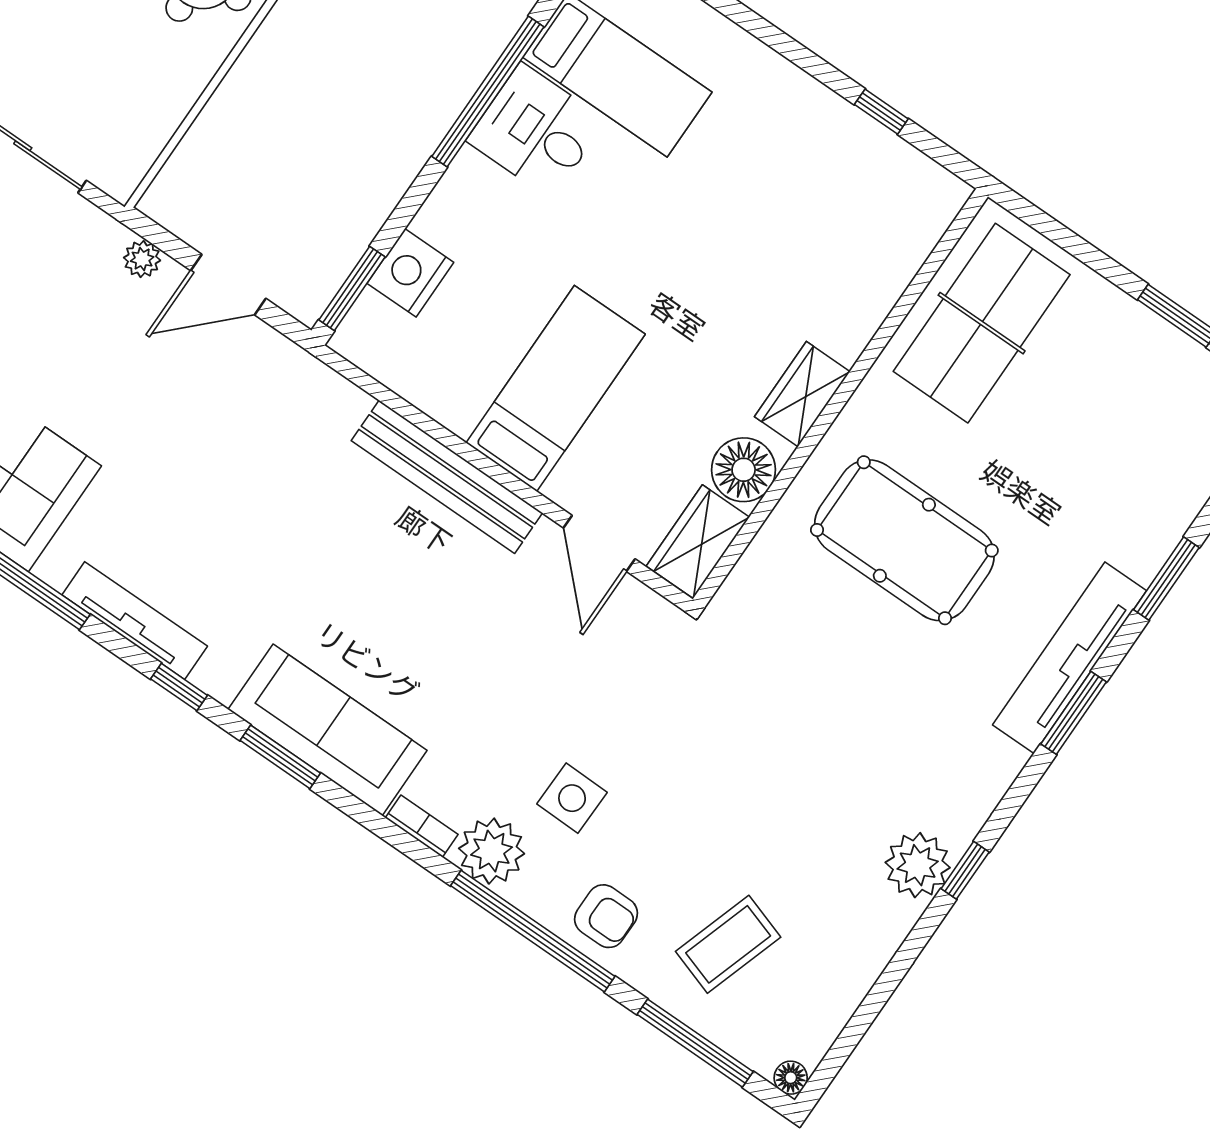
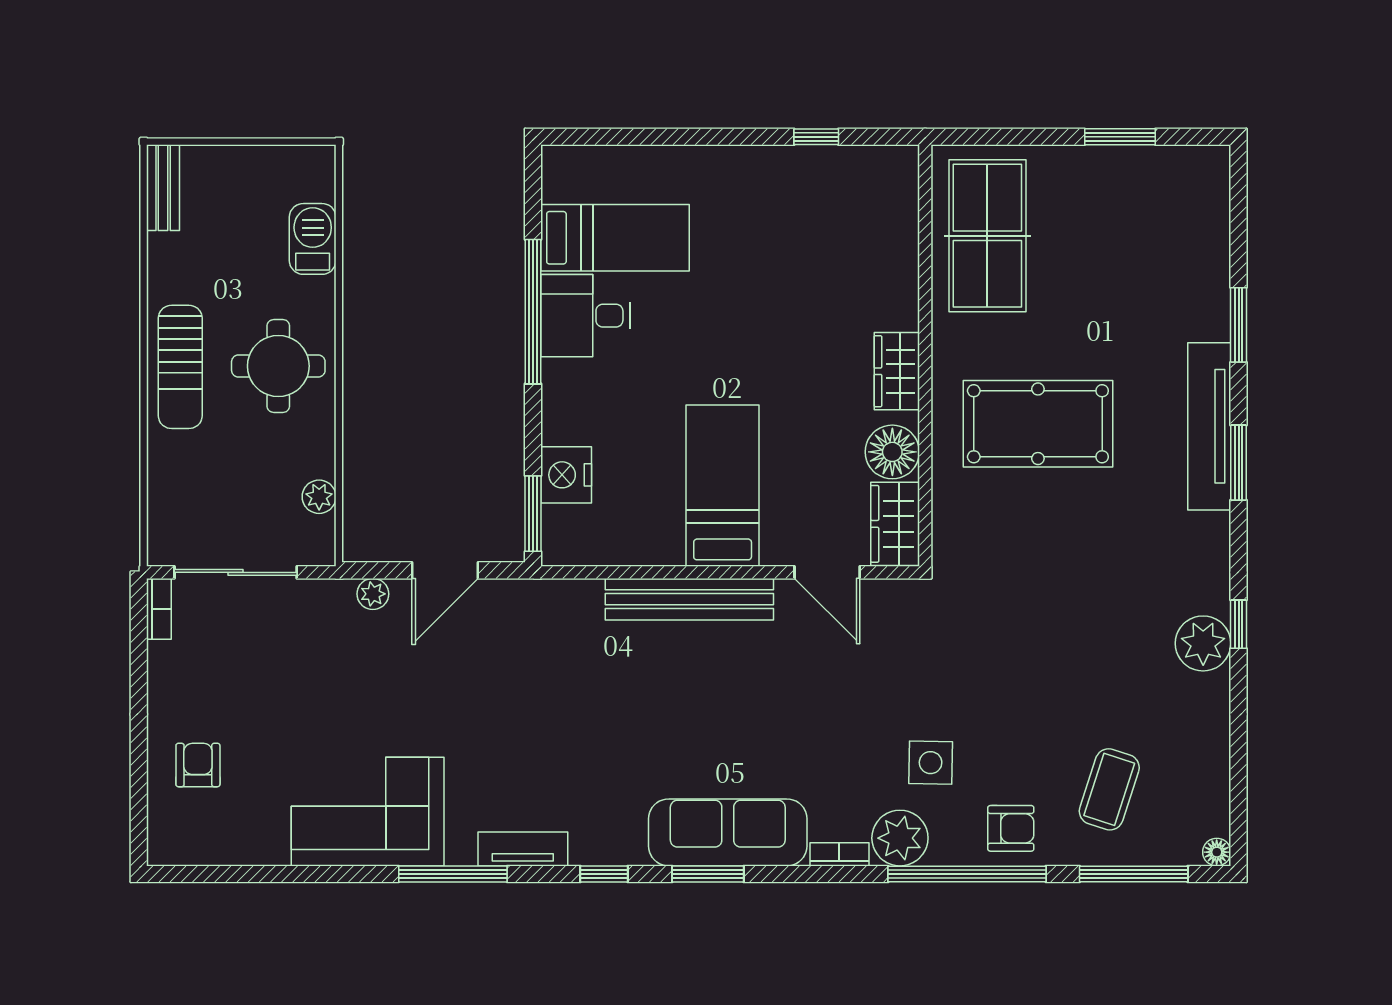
plant: (155, 128) -> (319, 497), added
tv unit: (135, 621) -> (523, 849), width x0.71

